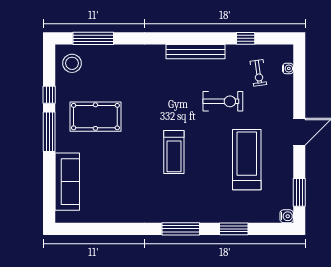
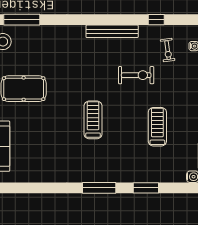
treadmill: (174, 152) -> (93, 120), turned 180
treadmill: (247, 160) -> (157, 127), width x0.73, depth x0.73

